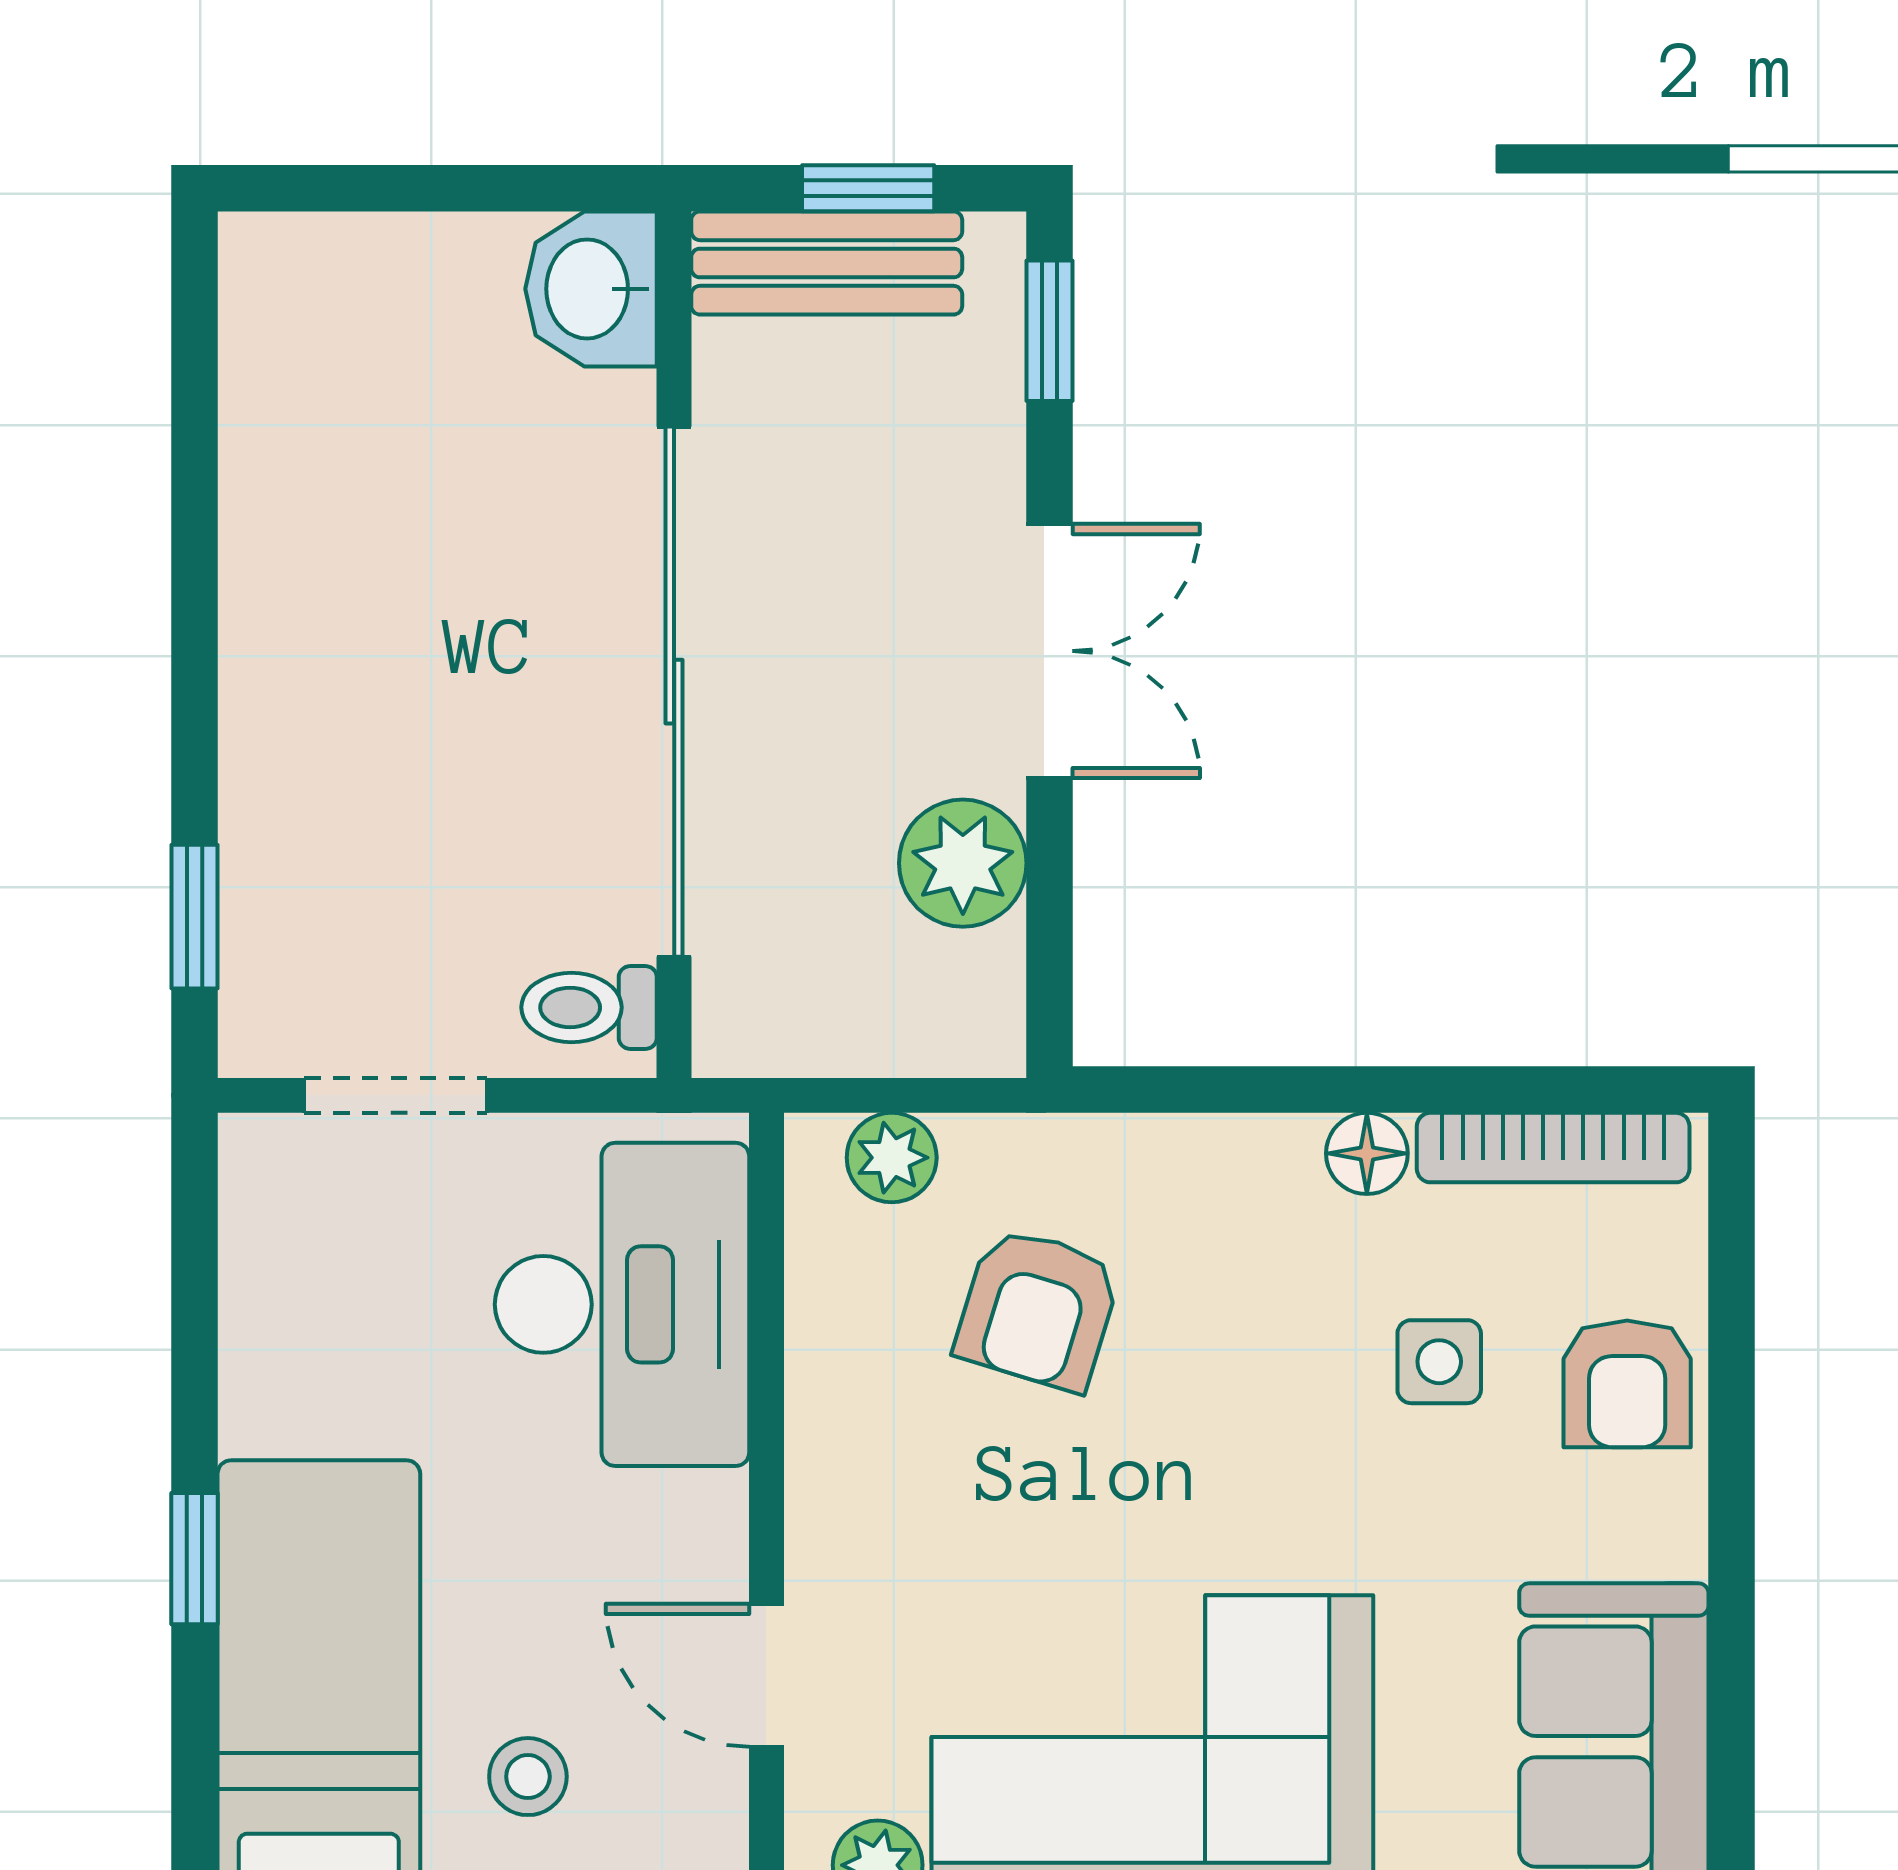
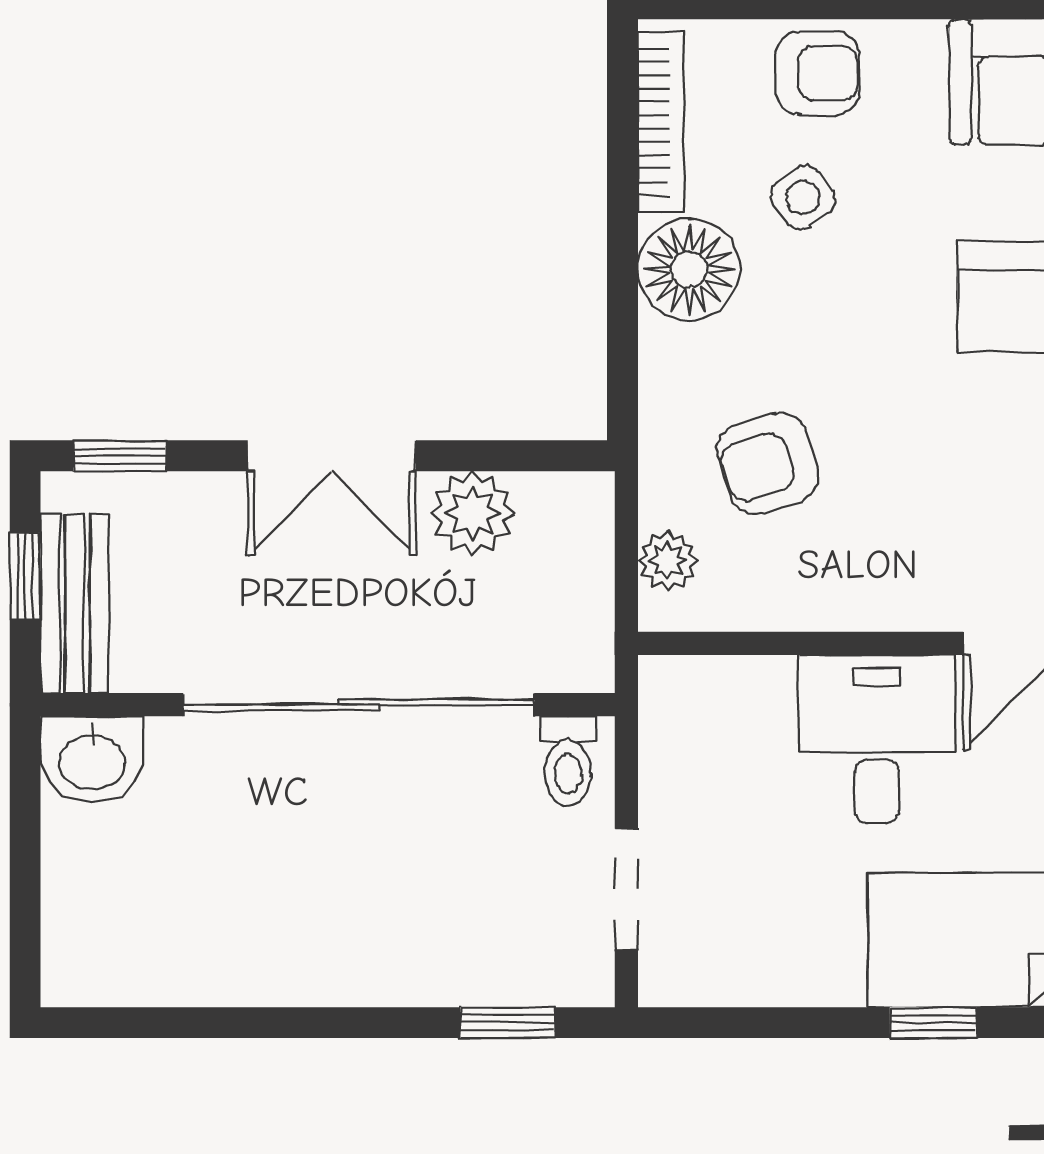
double door: (1050, 651) -> (332, 456), swing flipped
floor lamp: (1367, 1153) -> (689, 269), width x1.89, depth x1.89
desk: (622, 1304) -> (877, 739), moved, width x0.73
armchair: (1038, 1309) -> (768, 464), turned 145
side table: (1439, 1362) -> (803, 198), turned -36

